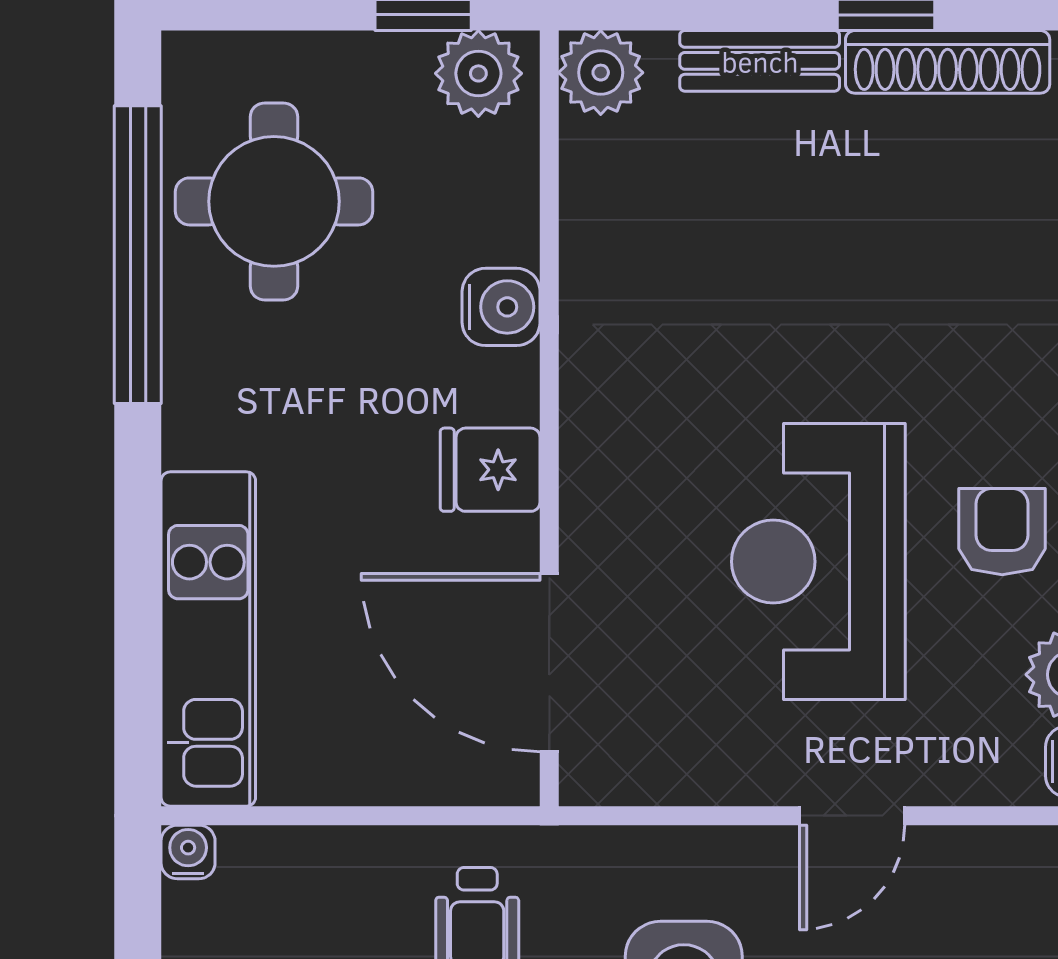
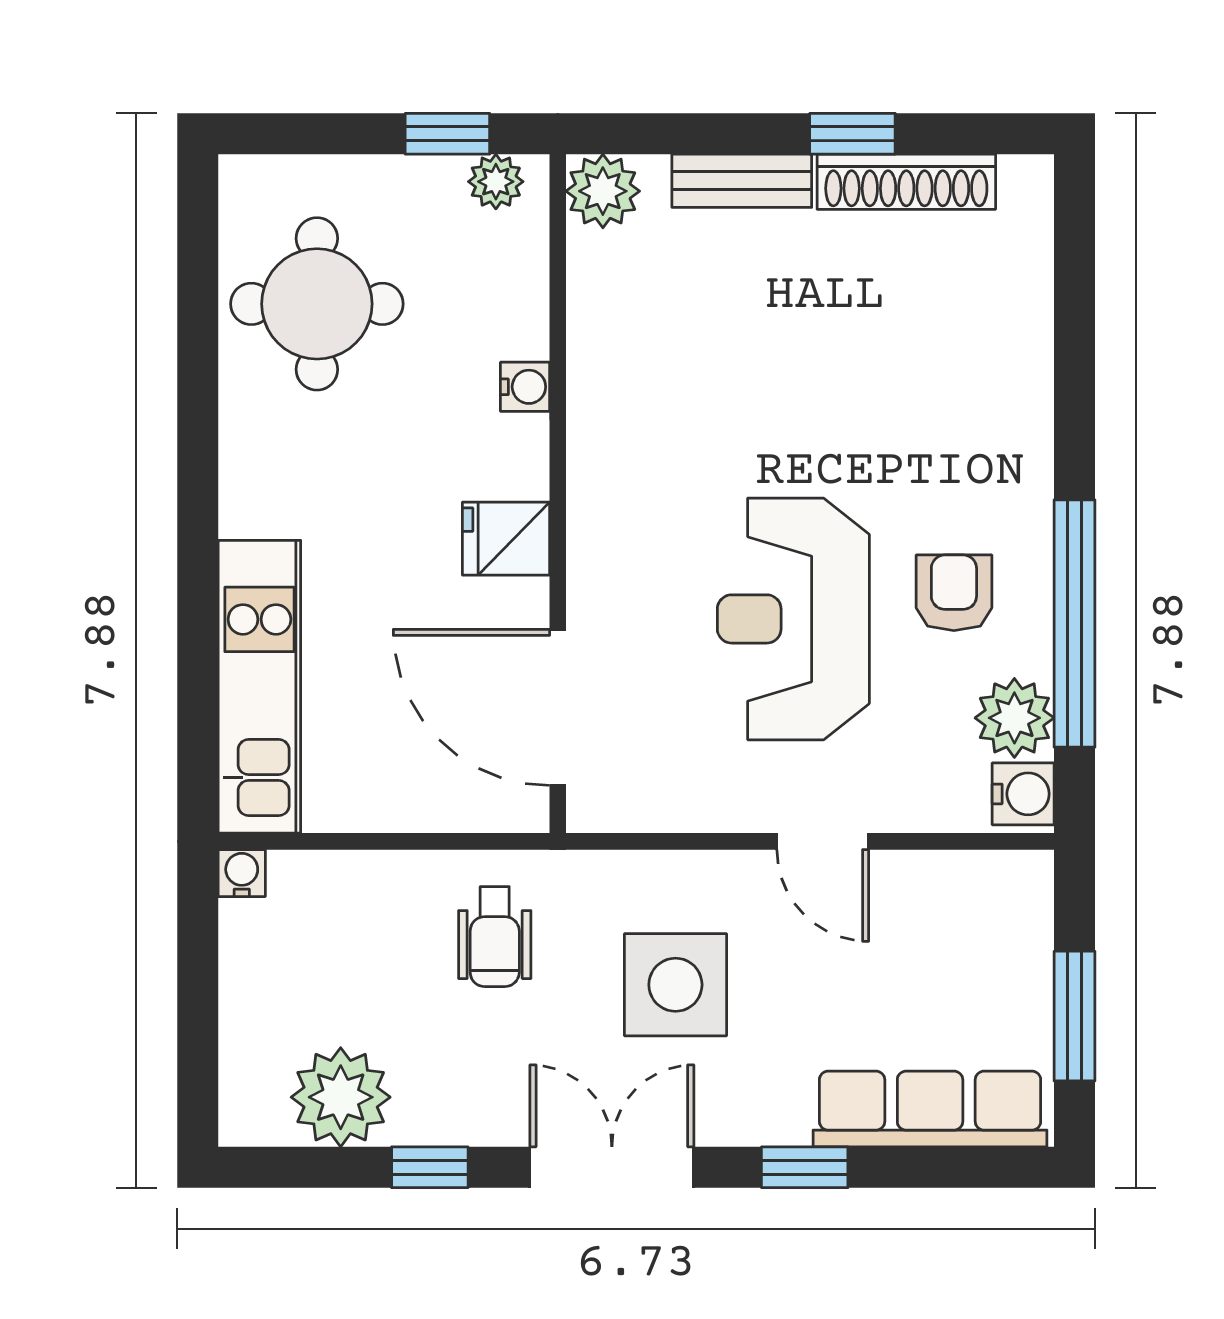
plant: (478, 73) -> (496, 182), width x0.73, depth x0.73
window: (138, 255) -> (198, 350), removed
water cooler: (501, 307) -> (525, 387), width x0.72, depth x0.72
door: (852, 816) -> (823, 841), hinge flipped

